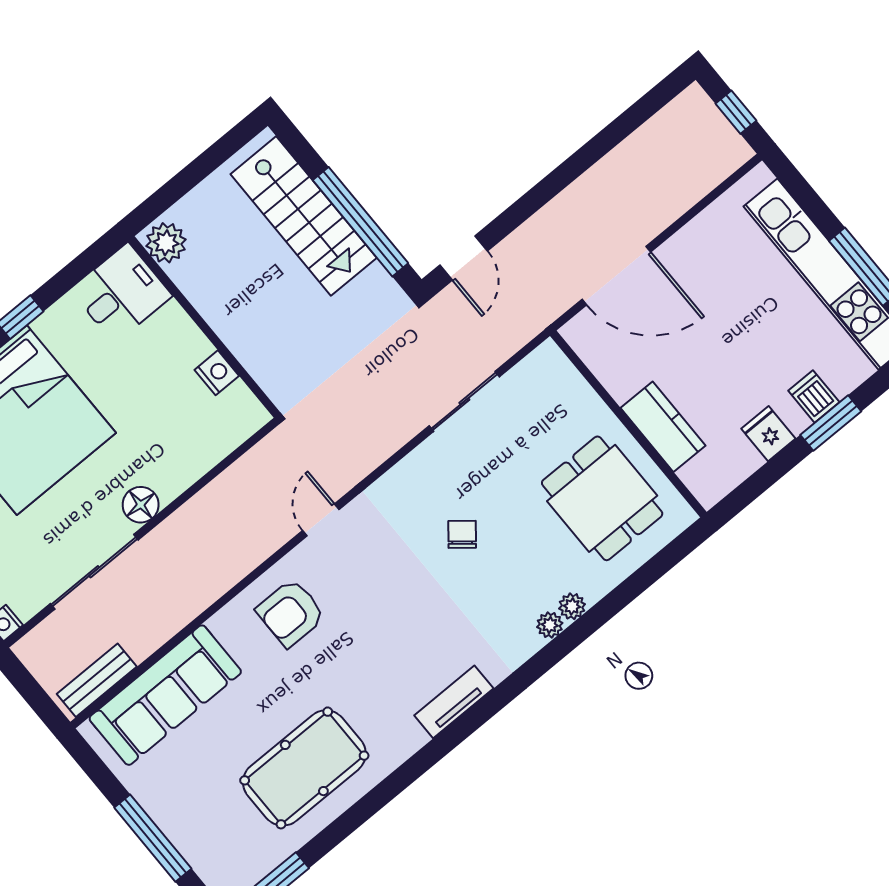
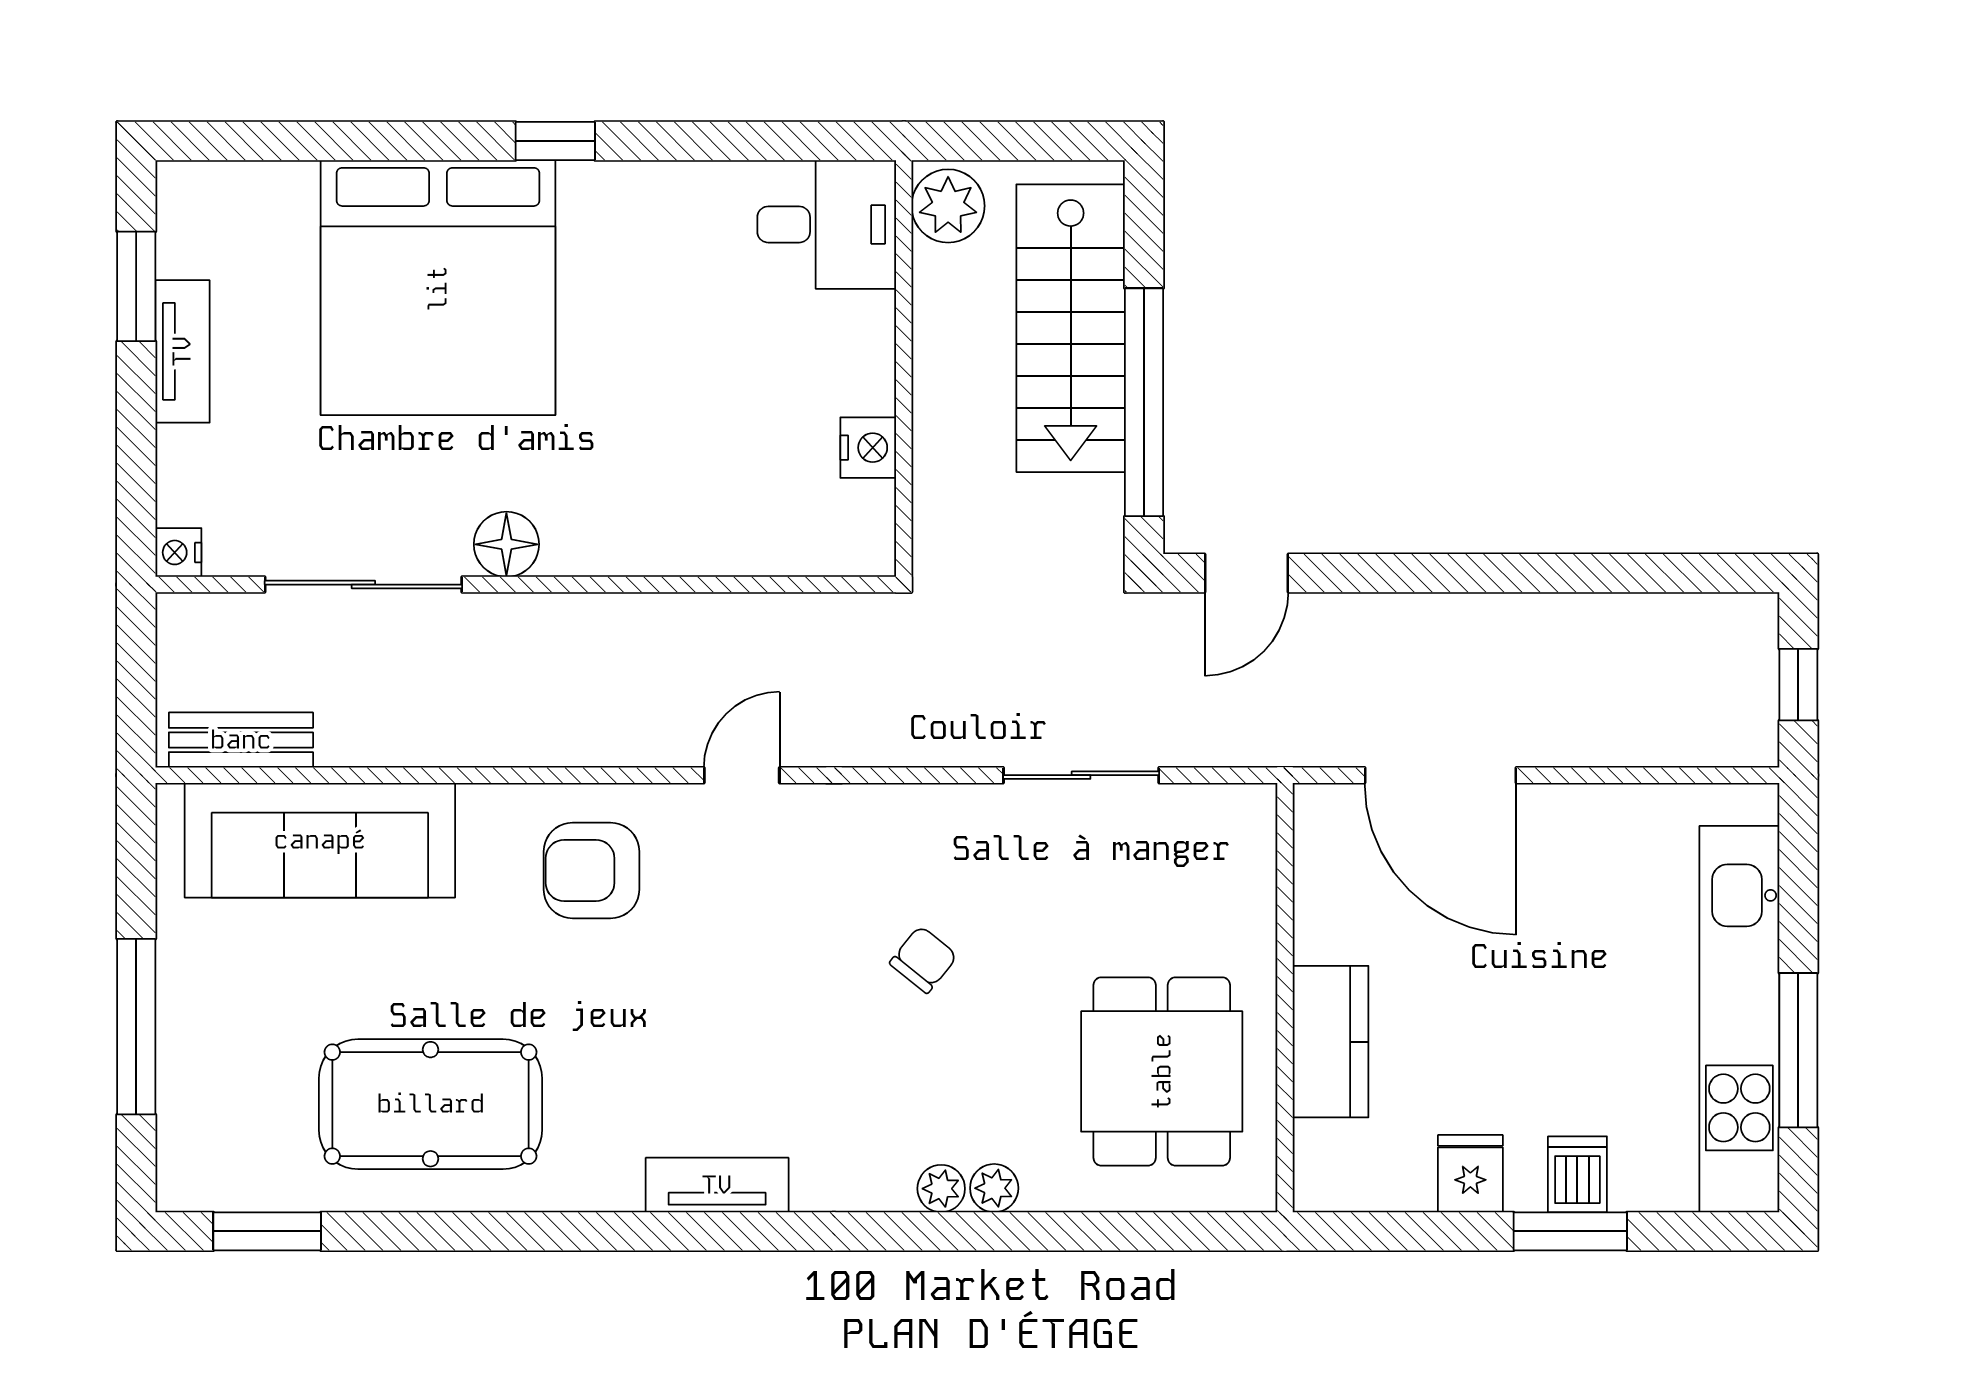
plant: (166, 243) -> (948, 206), moved
desk: (121, 293) -> (827, 224), moved
wall: (204, 327) -> (904, 369), moved
nightstand: (217, 373) -> (868, 448), moved

